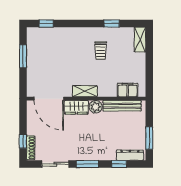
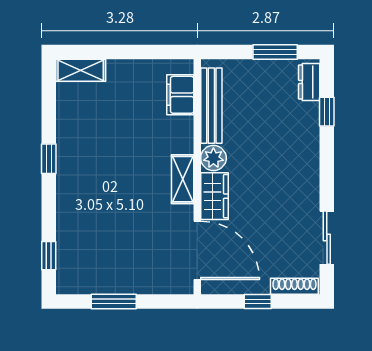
window: (112, 23) -> (49, 159), moved
trolley: (101, 51) -> (102, 148), removed
door: (49, 99) -> (197, 250), hinge flipped
window: (23, 141) -> (258, 302), moved
dresser: (130, 155) -> (309, 82), width x0.70
window: (87, 164) -> (327, 174), removed

